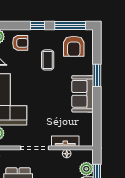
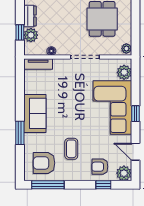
window: (38, 26) -> (103, 185), moved
armchair: (74, 46) -> (44, 163), turned -90
tv unit: (65, 141) -> (38, 64), moved

